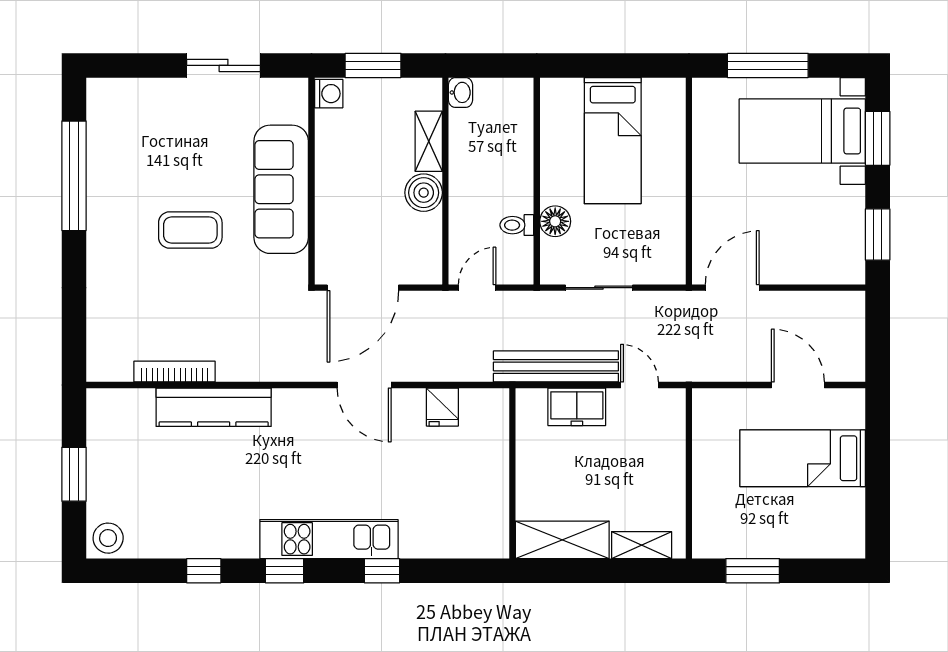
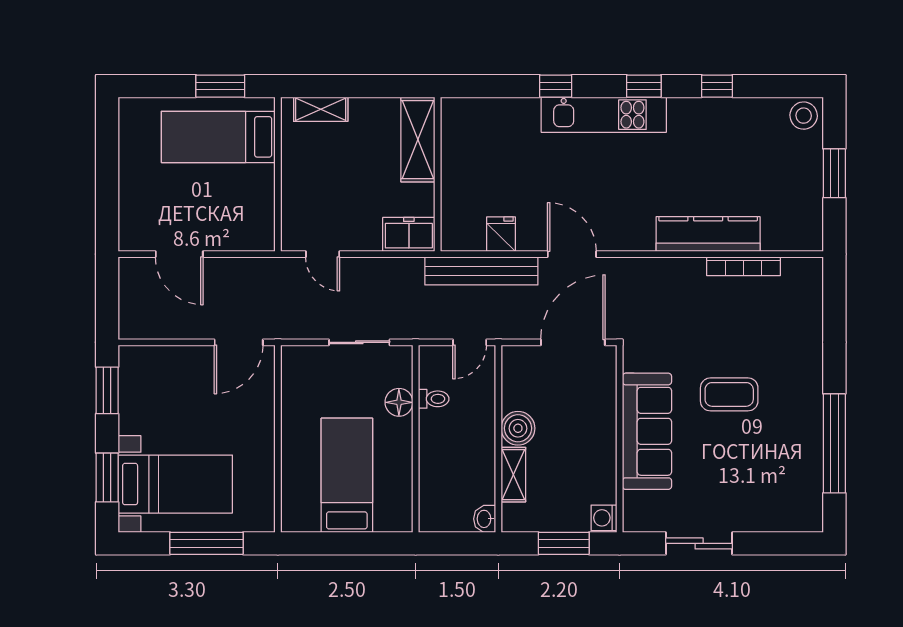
bench: (556, 366) -> (481, 271), moved
freezer: (577, 407) -> (409, 234), moved
bed: (803, 458) -> (218, 137), moved, turned 180
shelving: (562, 540) -> (418, 140), moved, turned 90

